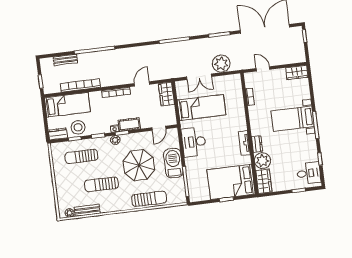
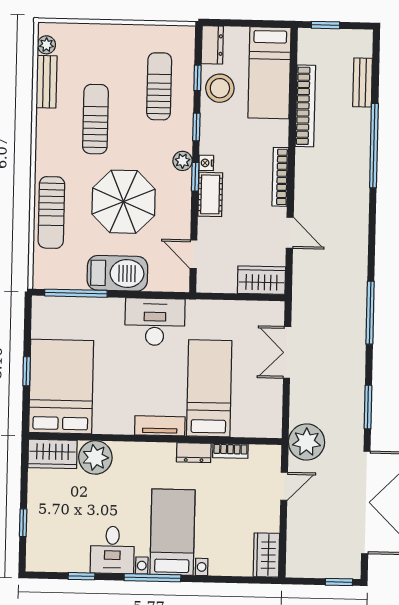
plant: (221, 64) -> (307, 442), moved
bed: (201, 108) -> (209, 388), moved, turned 180
tv unit: (244, 143) -> (160, 426), moved
dresser: (257, 144) -> (194, 453), moved
desk: (309, 173) -> (112, 550), moved

